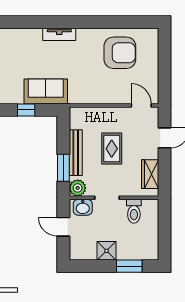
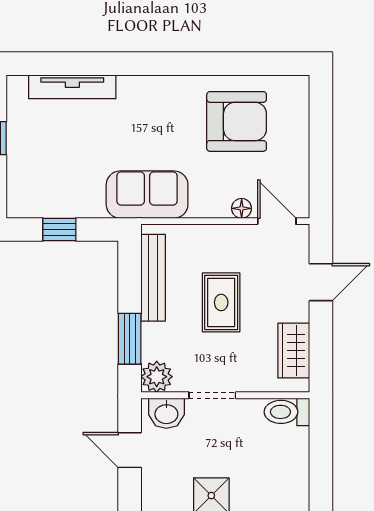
tv unit: (59, 34) -> (72, 87), moved, width x1.41
sofa: (46, 91) -> (147, 195), moved
floor lamp: (122, 99) -> (242, 208), added
bench: (76, 153) -> (153, 278), moved
toilet: (134, 211) -> (287, 412), moved, turned 90

